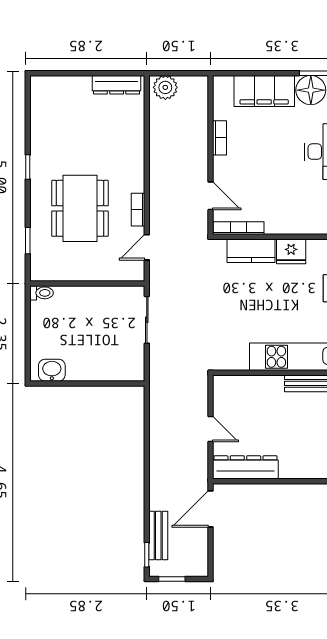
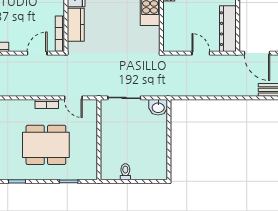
toilet: (42, 293) -> (125, 172), moved
washbasin: (52, 370) -> (158, 107), moved, turned -90
door: (211, 429) -> (201, 53), hinge flipped

